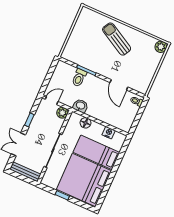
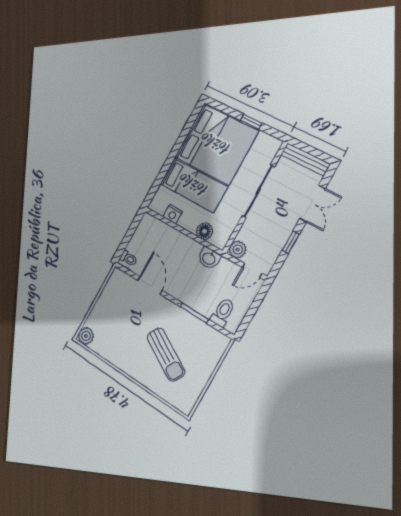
sun lounger: (117, 39) -> (166, 354), moved
toilet: (79, 78) -> (223, 312), moved

